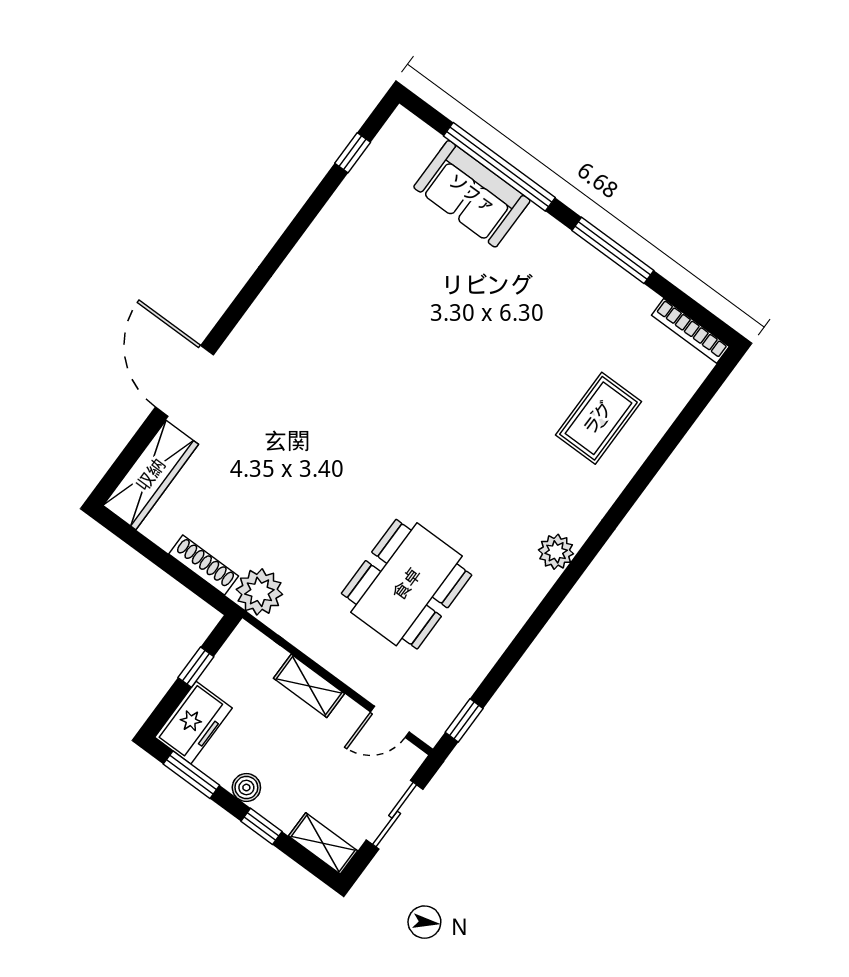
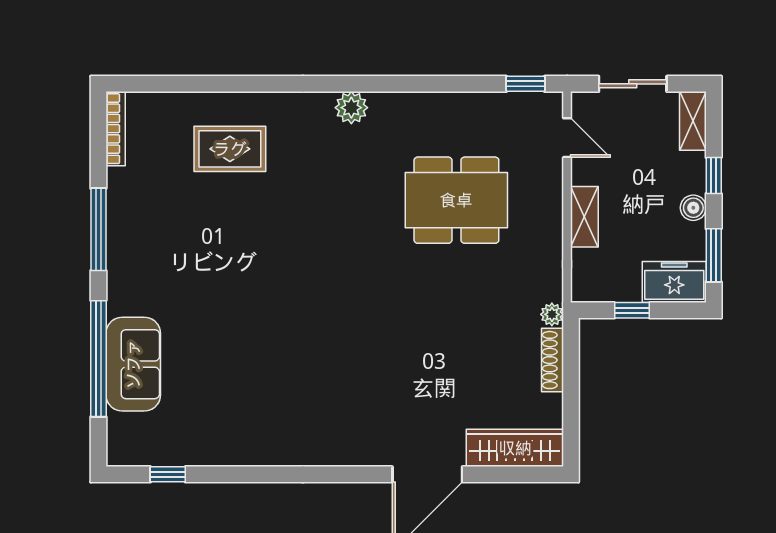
plant: (259, 592) -> (552, 314), width x0.53, depth x0.53

